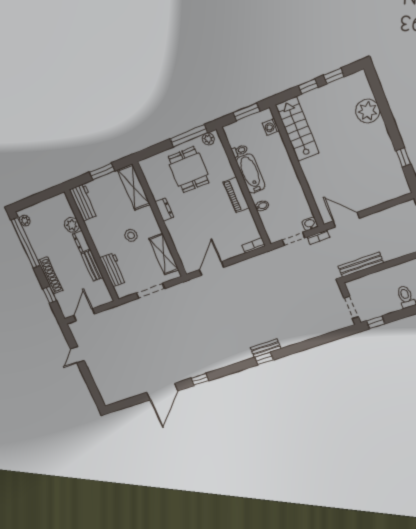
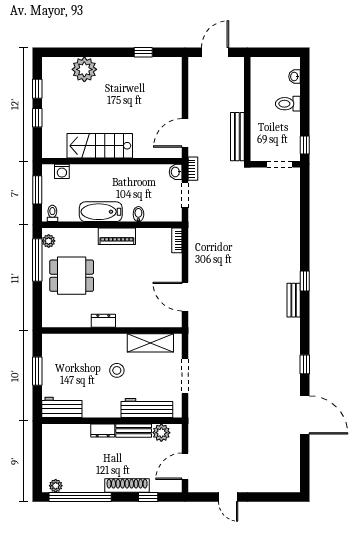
stairs: (297, 129) -> (100, 146), moved
toilet: (240, 151) -> (52, 213), moved
shelving: (134, 187) -> (67, 344), removed
plant: (72, 225) -> (161, 433), moved
workbench: (113, 270) -> (147, 408), width x1.38
door: (84, 315) -> (185, 466), hinge flipped
bench: (266, 348) -> (294, 300), moved

